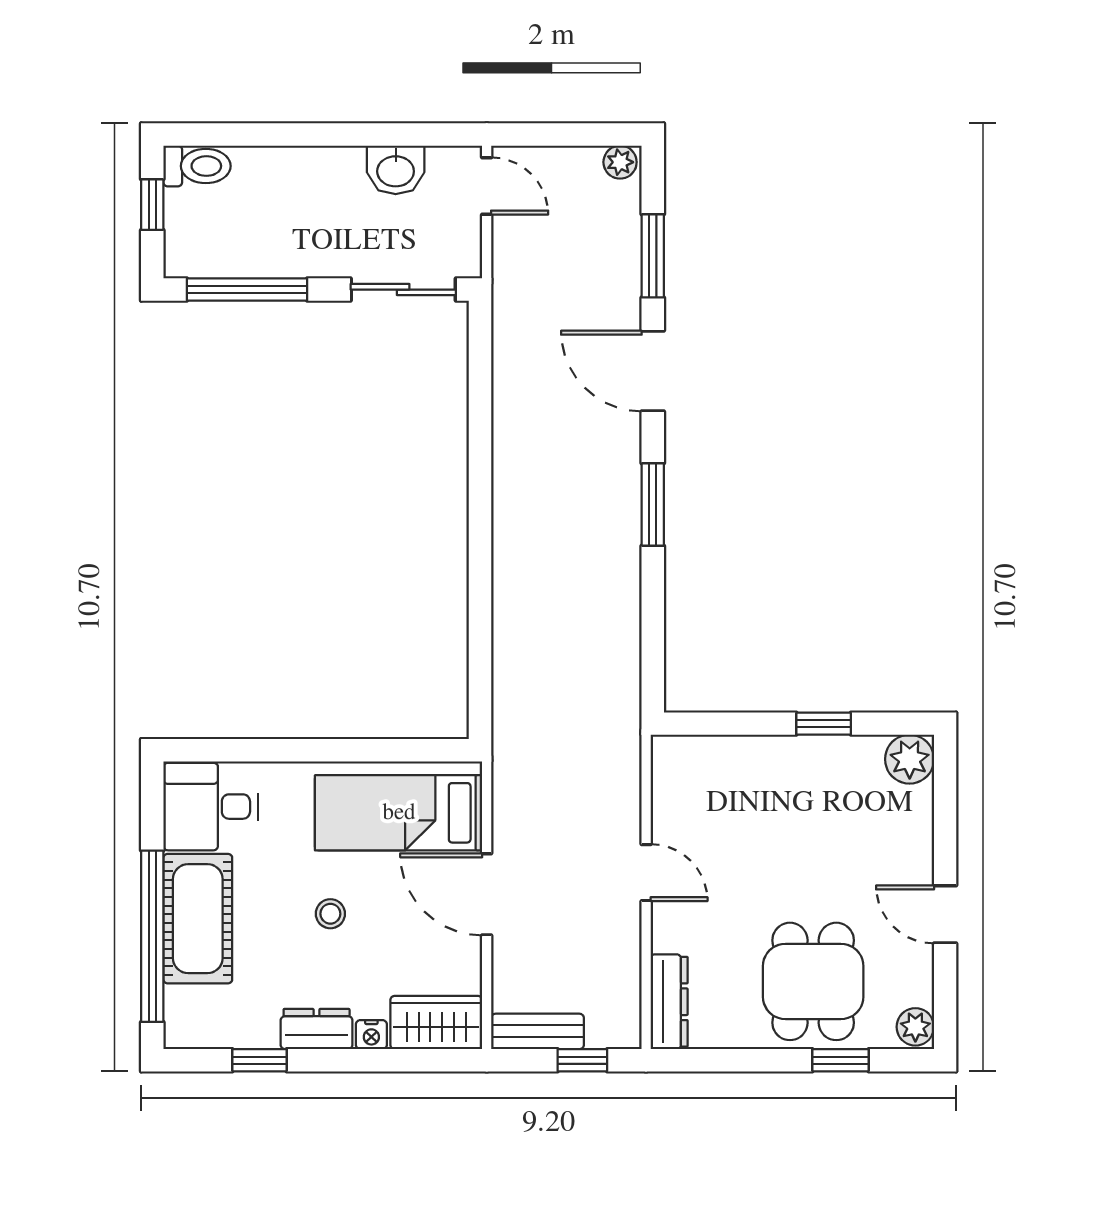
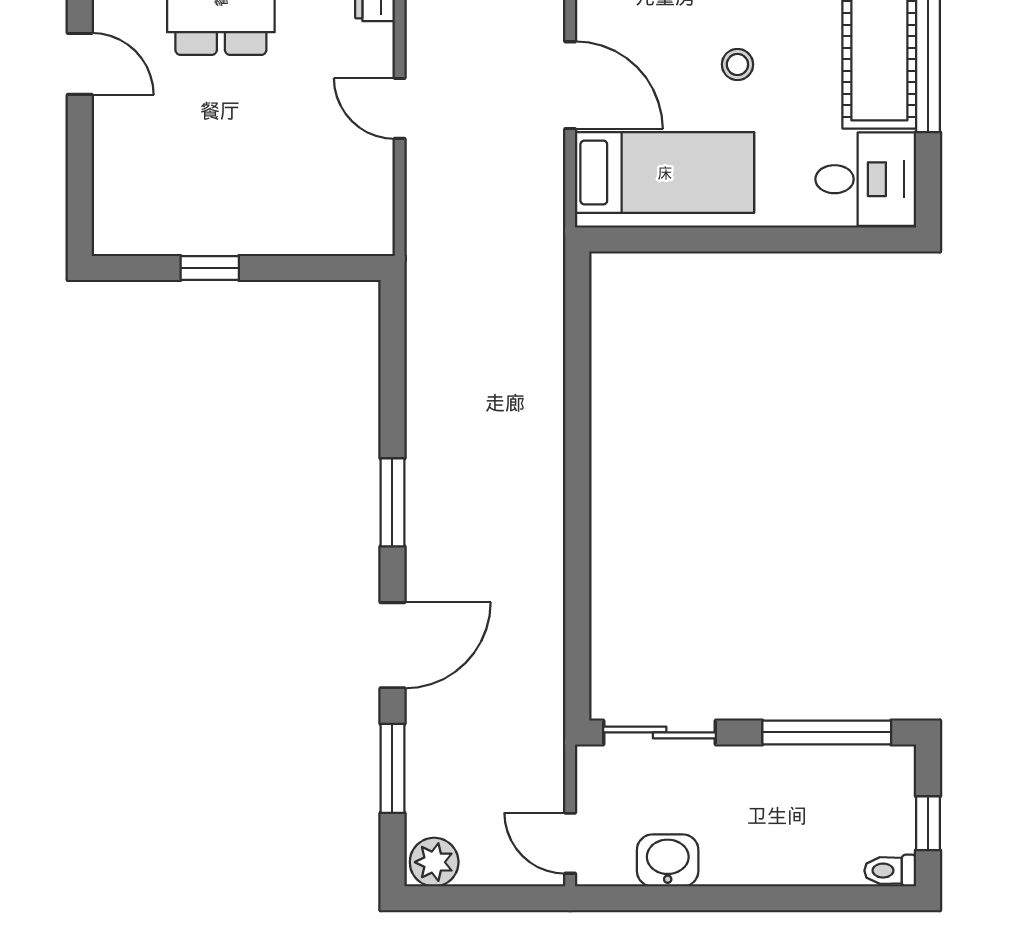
plant: (620, 162) -> (434, 862), width x1.38, depth x1.38
toilet: (197, 166) -> (890, 871), width x0.73, depth x0.72
door: (653, 371) -> (392, 645), hinge flipped
plant: (910, 759) -> (118, 230), removed

